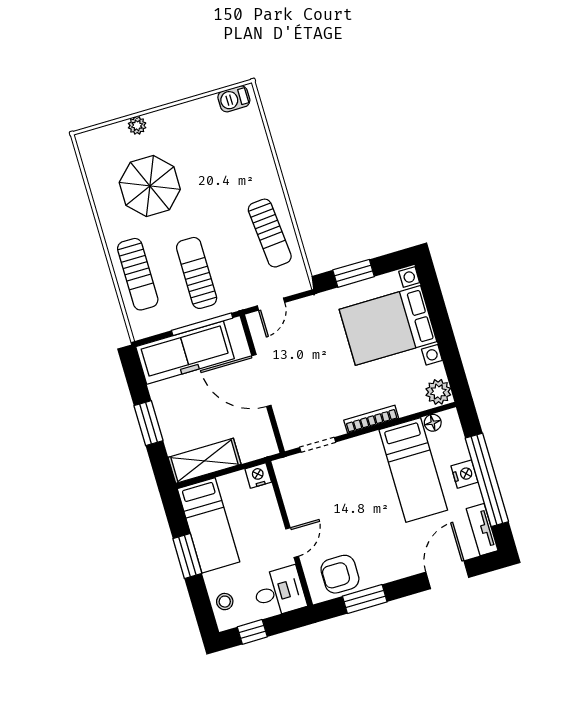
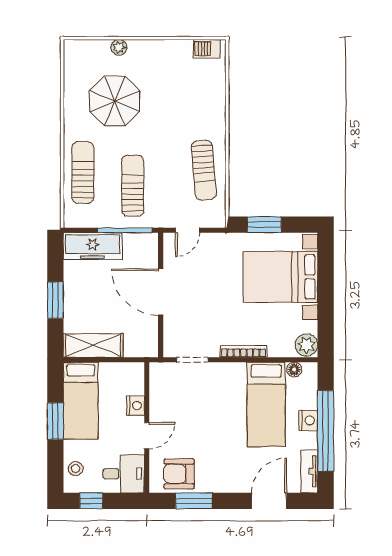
sun lounger: (138, 274) -> (83, 172), turned 180
freezer: (185, 353) -> (93, 246), width x0.73, depth x0.79
nightstand: (258, 476) -> (135, 406), moved, turned 90

